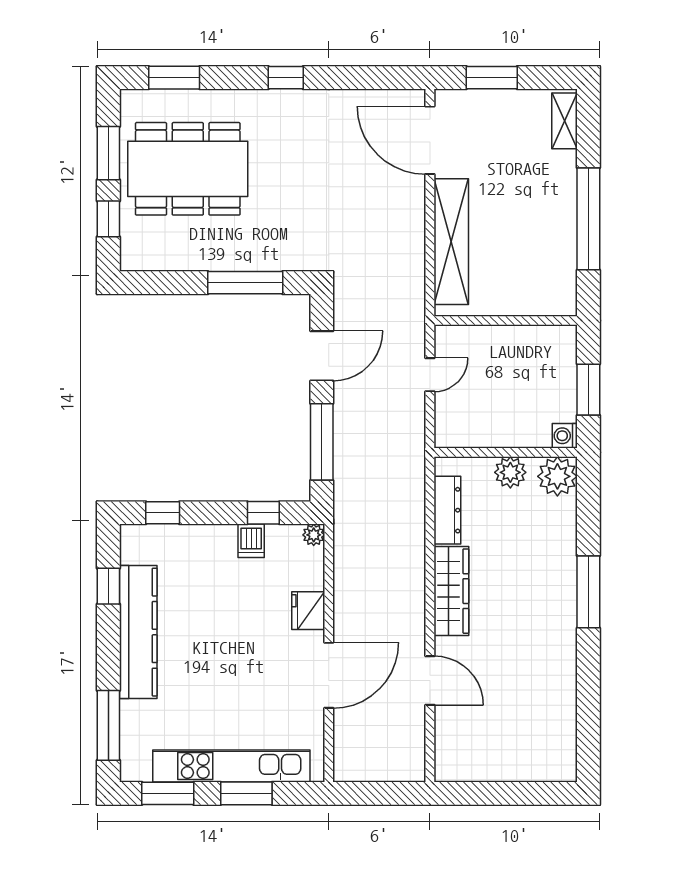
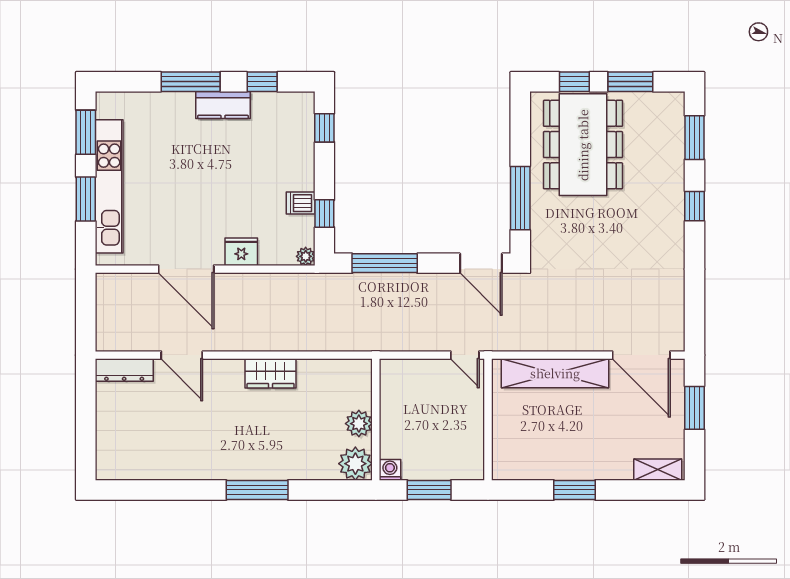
window: (286, 78) -> (694, 206), moved
door: (430, 140) -> (641, 355), swing flipped
dining table: (188, 169) -> (583, 145), moved
window: (588, 219) -> (574, 490), width x0.47
door: (322, 356) -> (481, 263), moved
door: (430, 375) -> (465, 355), moved
dresser: (447, 510) -> (124, 370), moved
wardrobe: (451, 591) -> (271, 373), width x0.67
kitchen counter: (138, 632) -> (223, 105), width x0.48, depth x0.86
door: (430, 680) -> (182, 355), hinge flipped
window: (108, 725) -> (191, 82), moved

